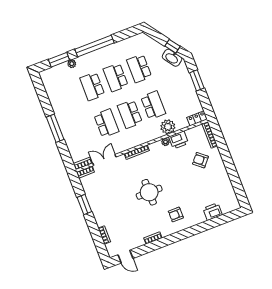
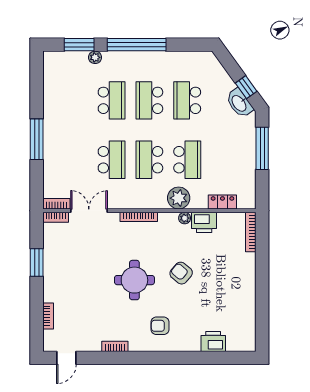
window: (197, 80) -> (262, 148), width x1.44
school desk: (92, 86) -> (112, 100), turned 180
locker: (197, 118) -> (222, 202), moved
plant: (168, 127) -> (179, 198), moved
armchair: (200, 160) -> (181, 273), moved
door: (125, 257) -> (66, 358), hinge flipped

